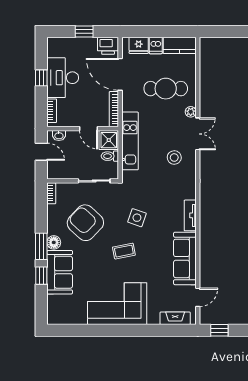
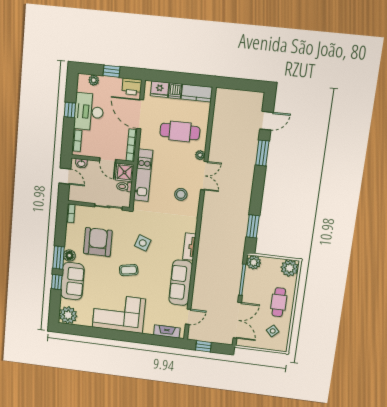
plant: (65, 43) -> (94, 80), added
armchair: (85, 223) -> (98, 242), turned 47
plant: (58, 314) -> (68, 315), added

